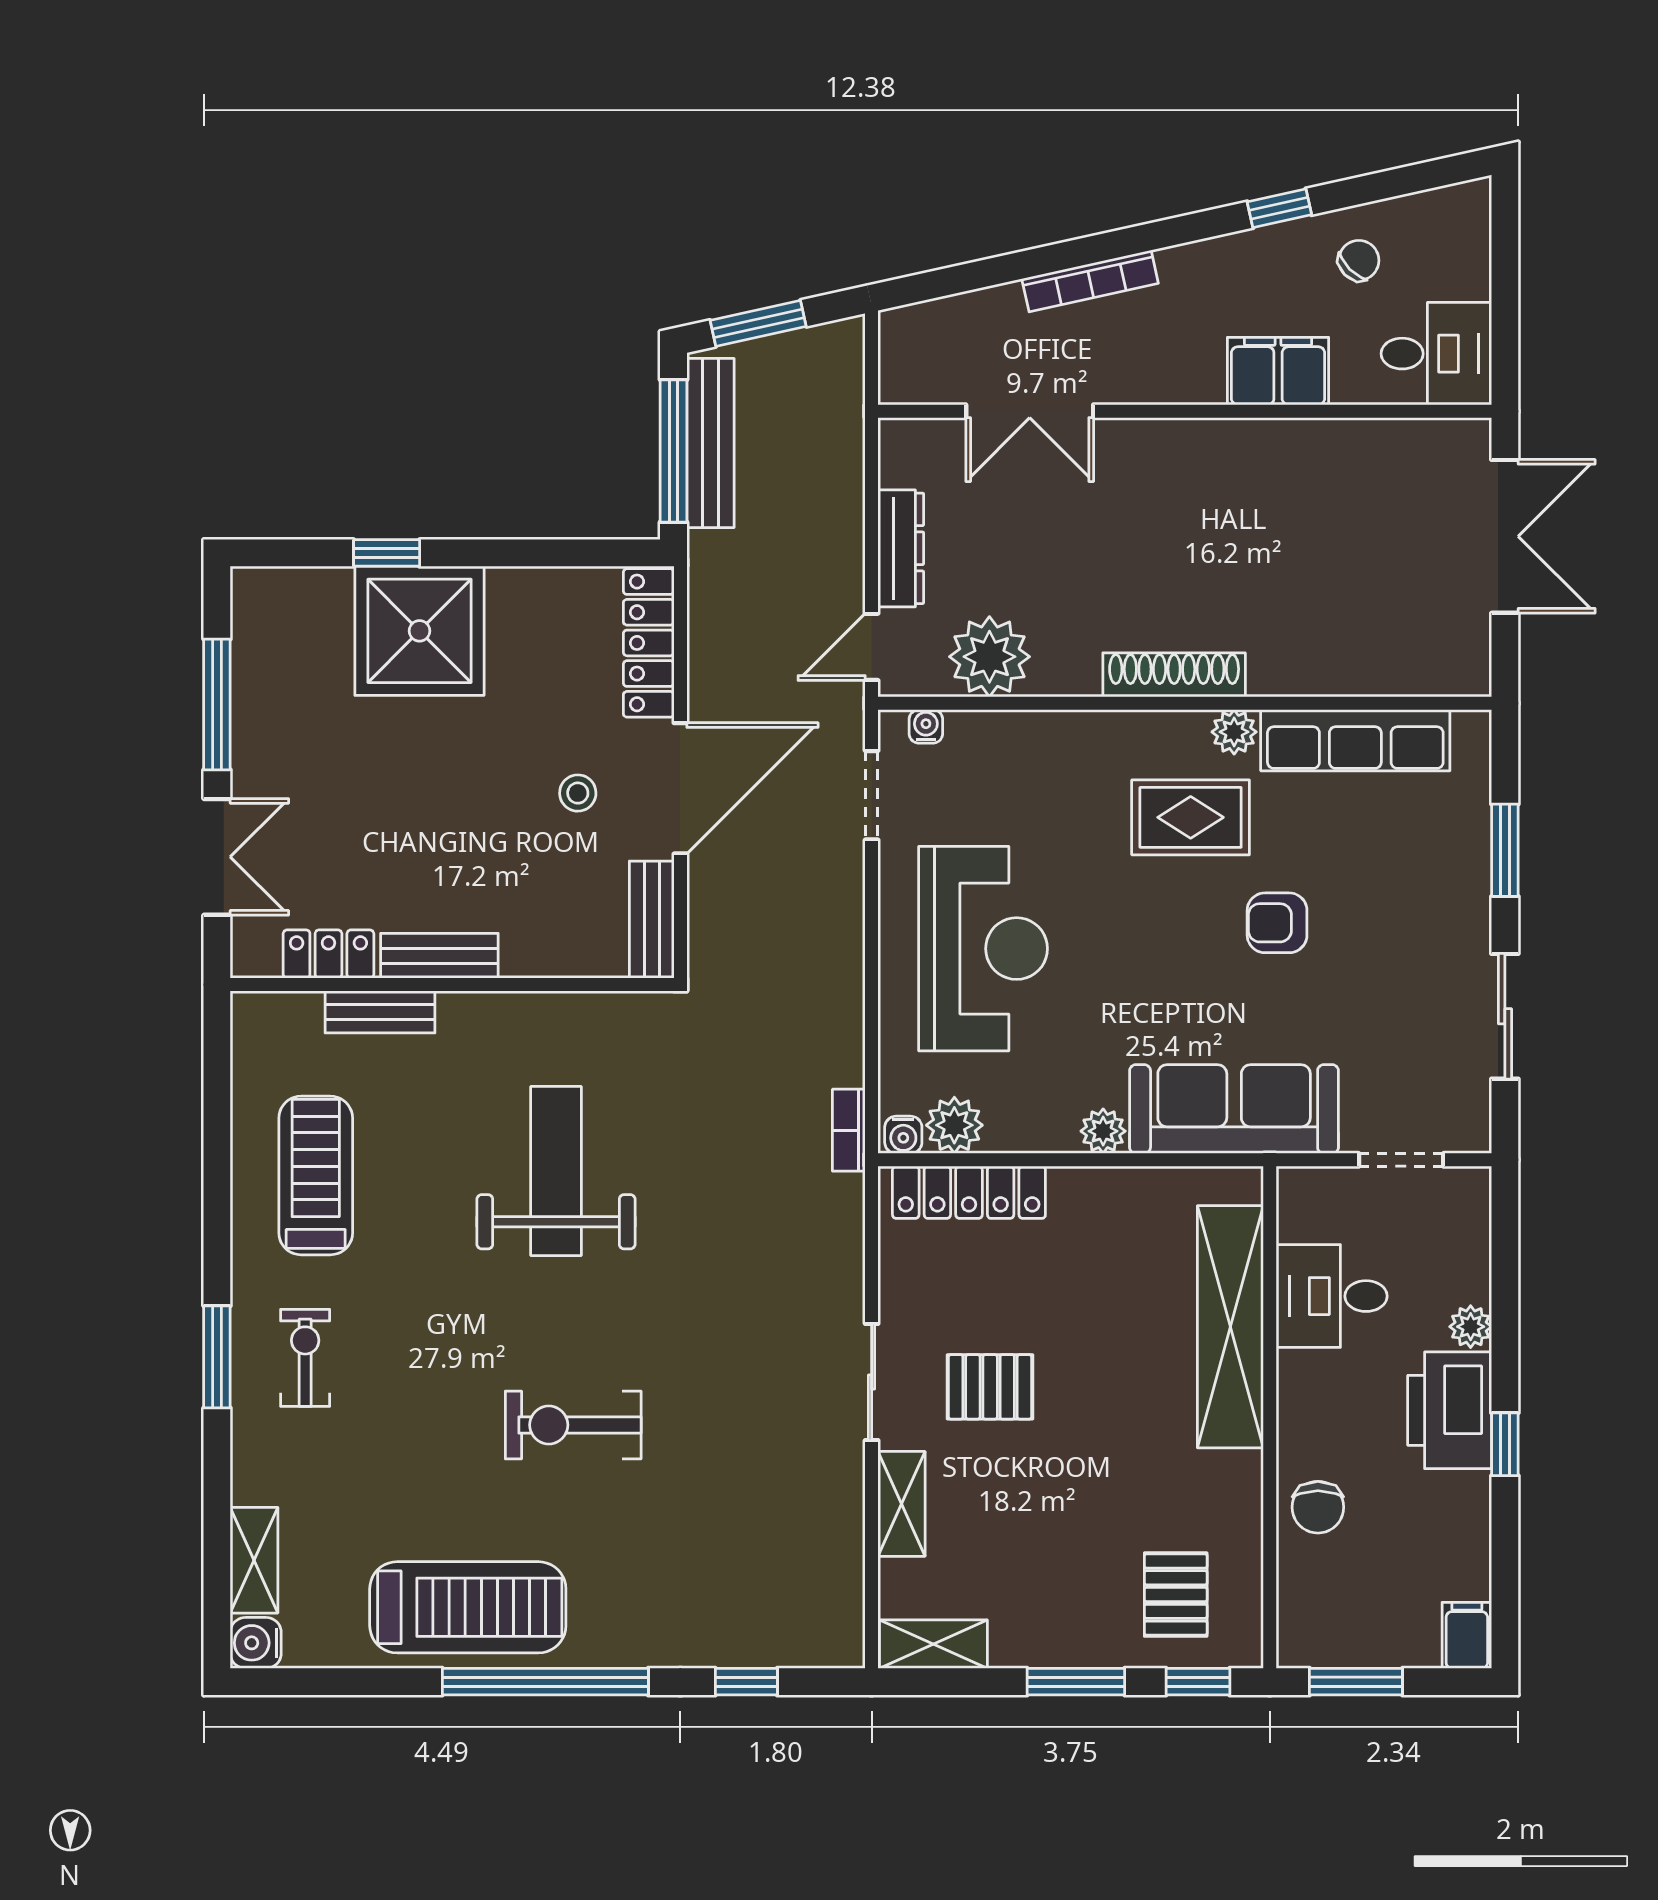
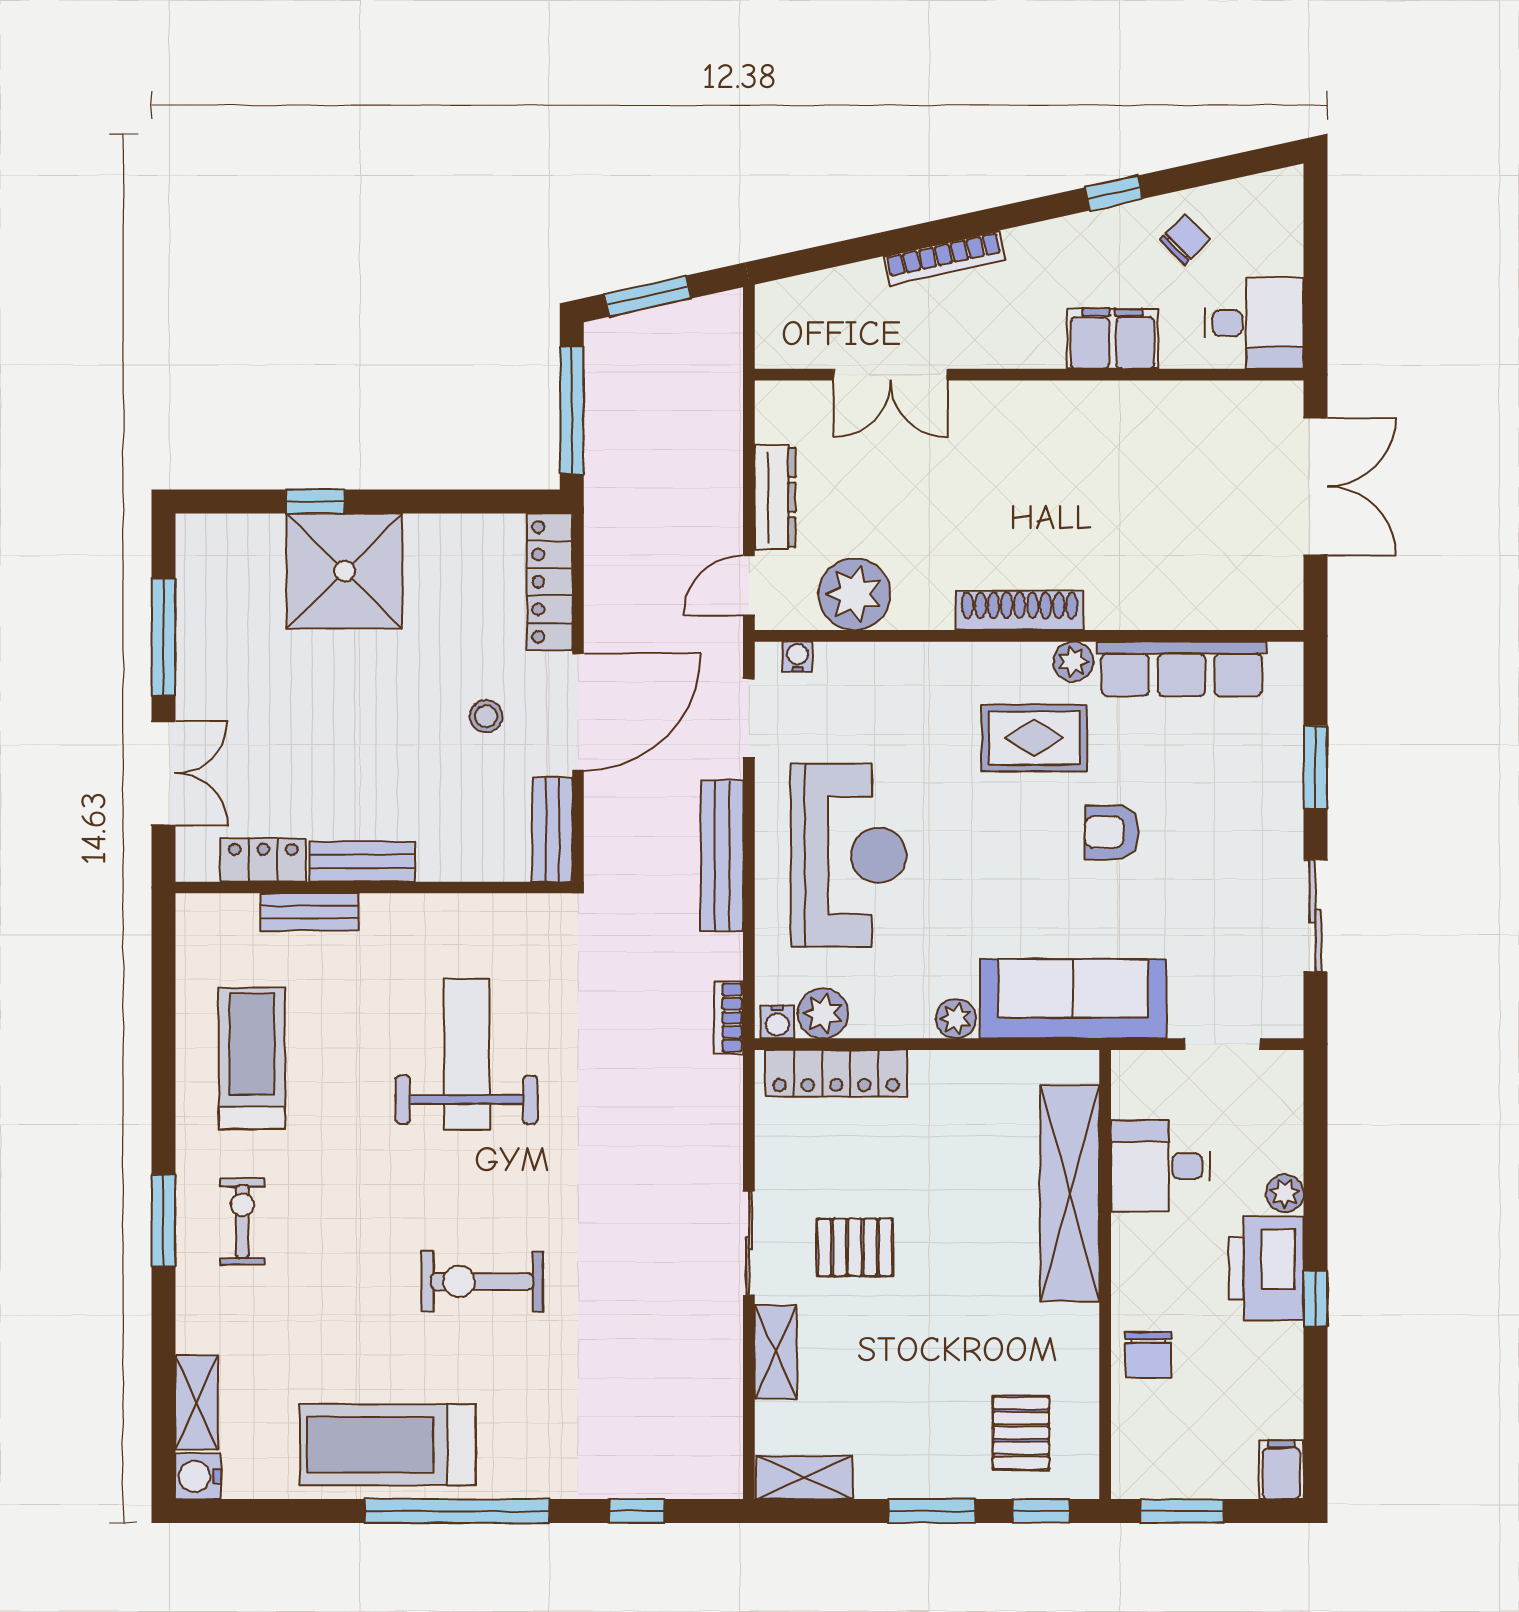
bench: (710, 443) -> (722, 856), moved
treadmill: (468, 1607) -> (388, 1444), turned 180

